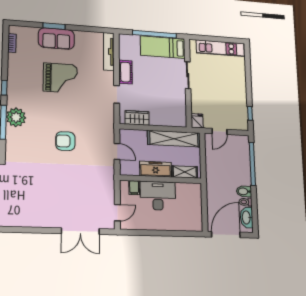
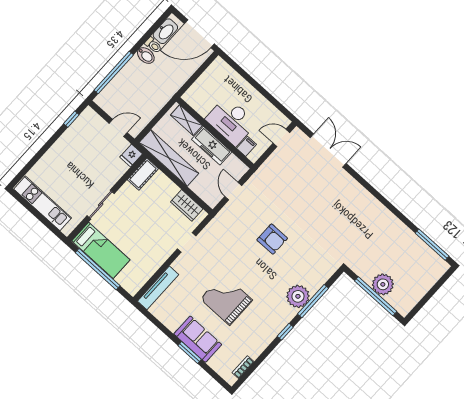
cot: (125, 72) -> (143, 174), moved

